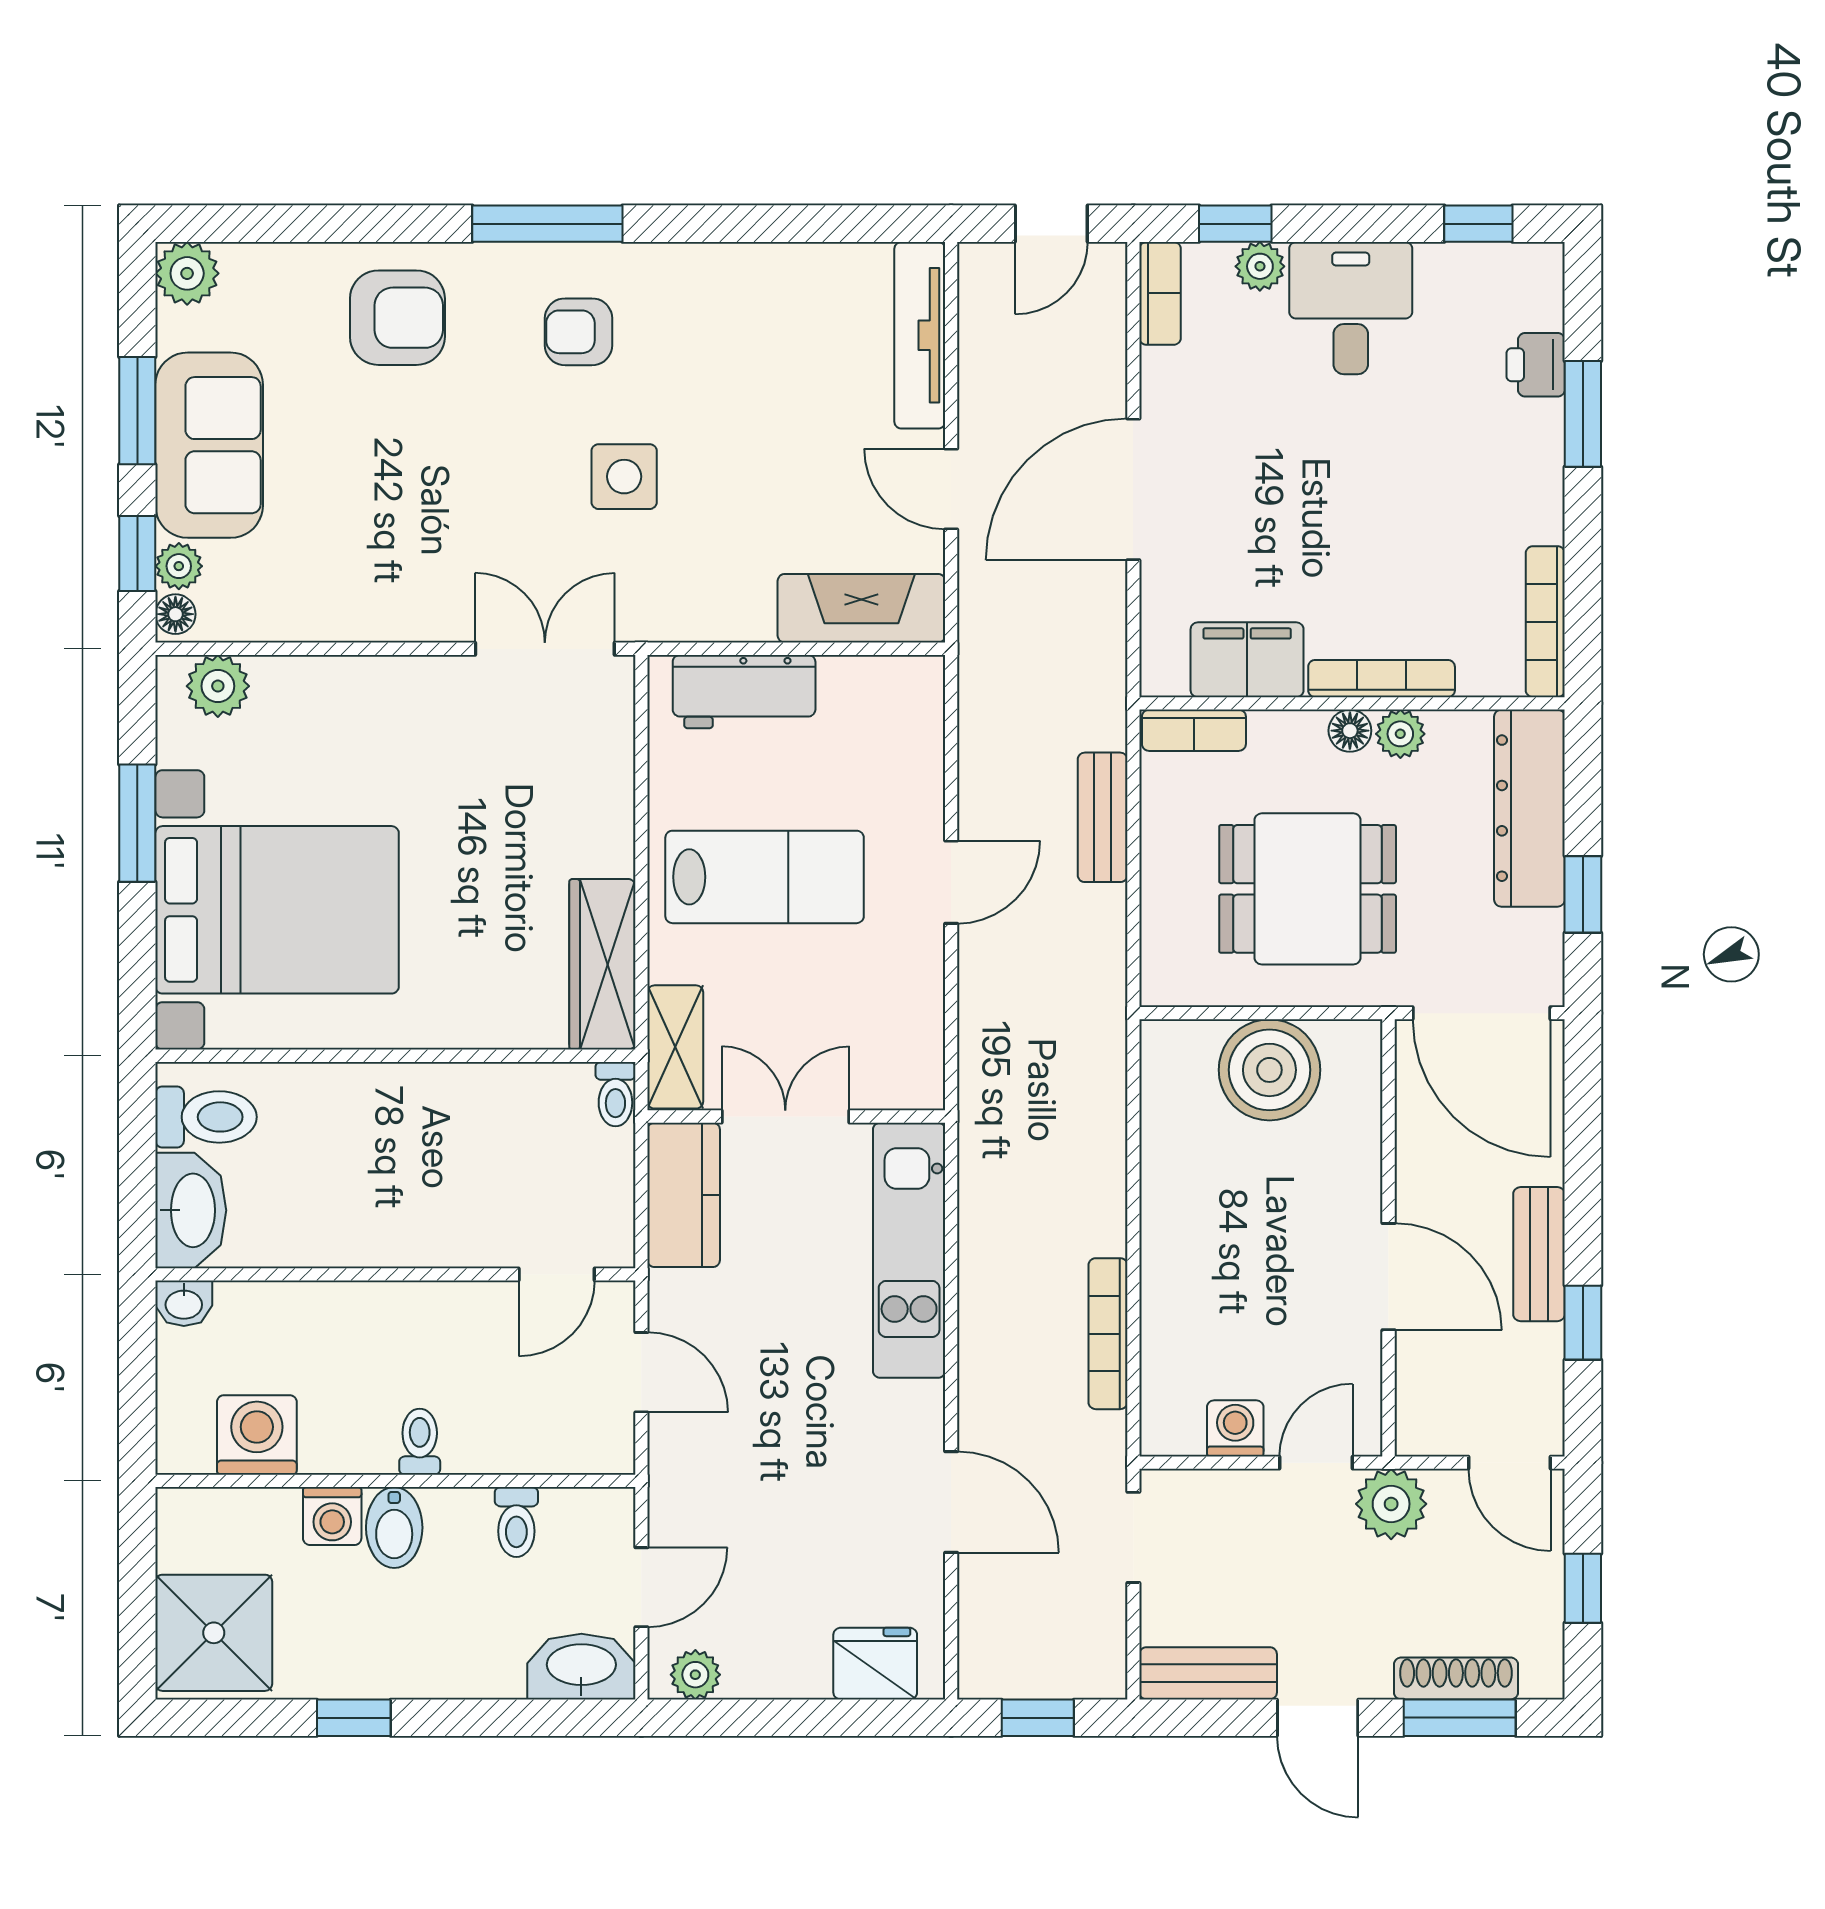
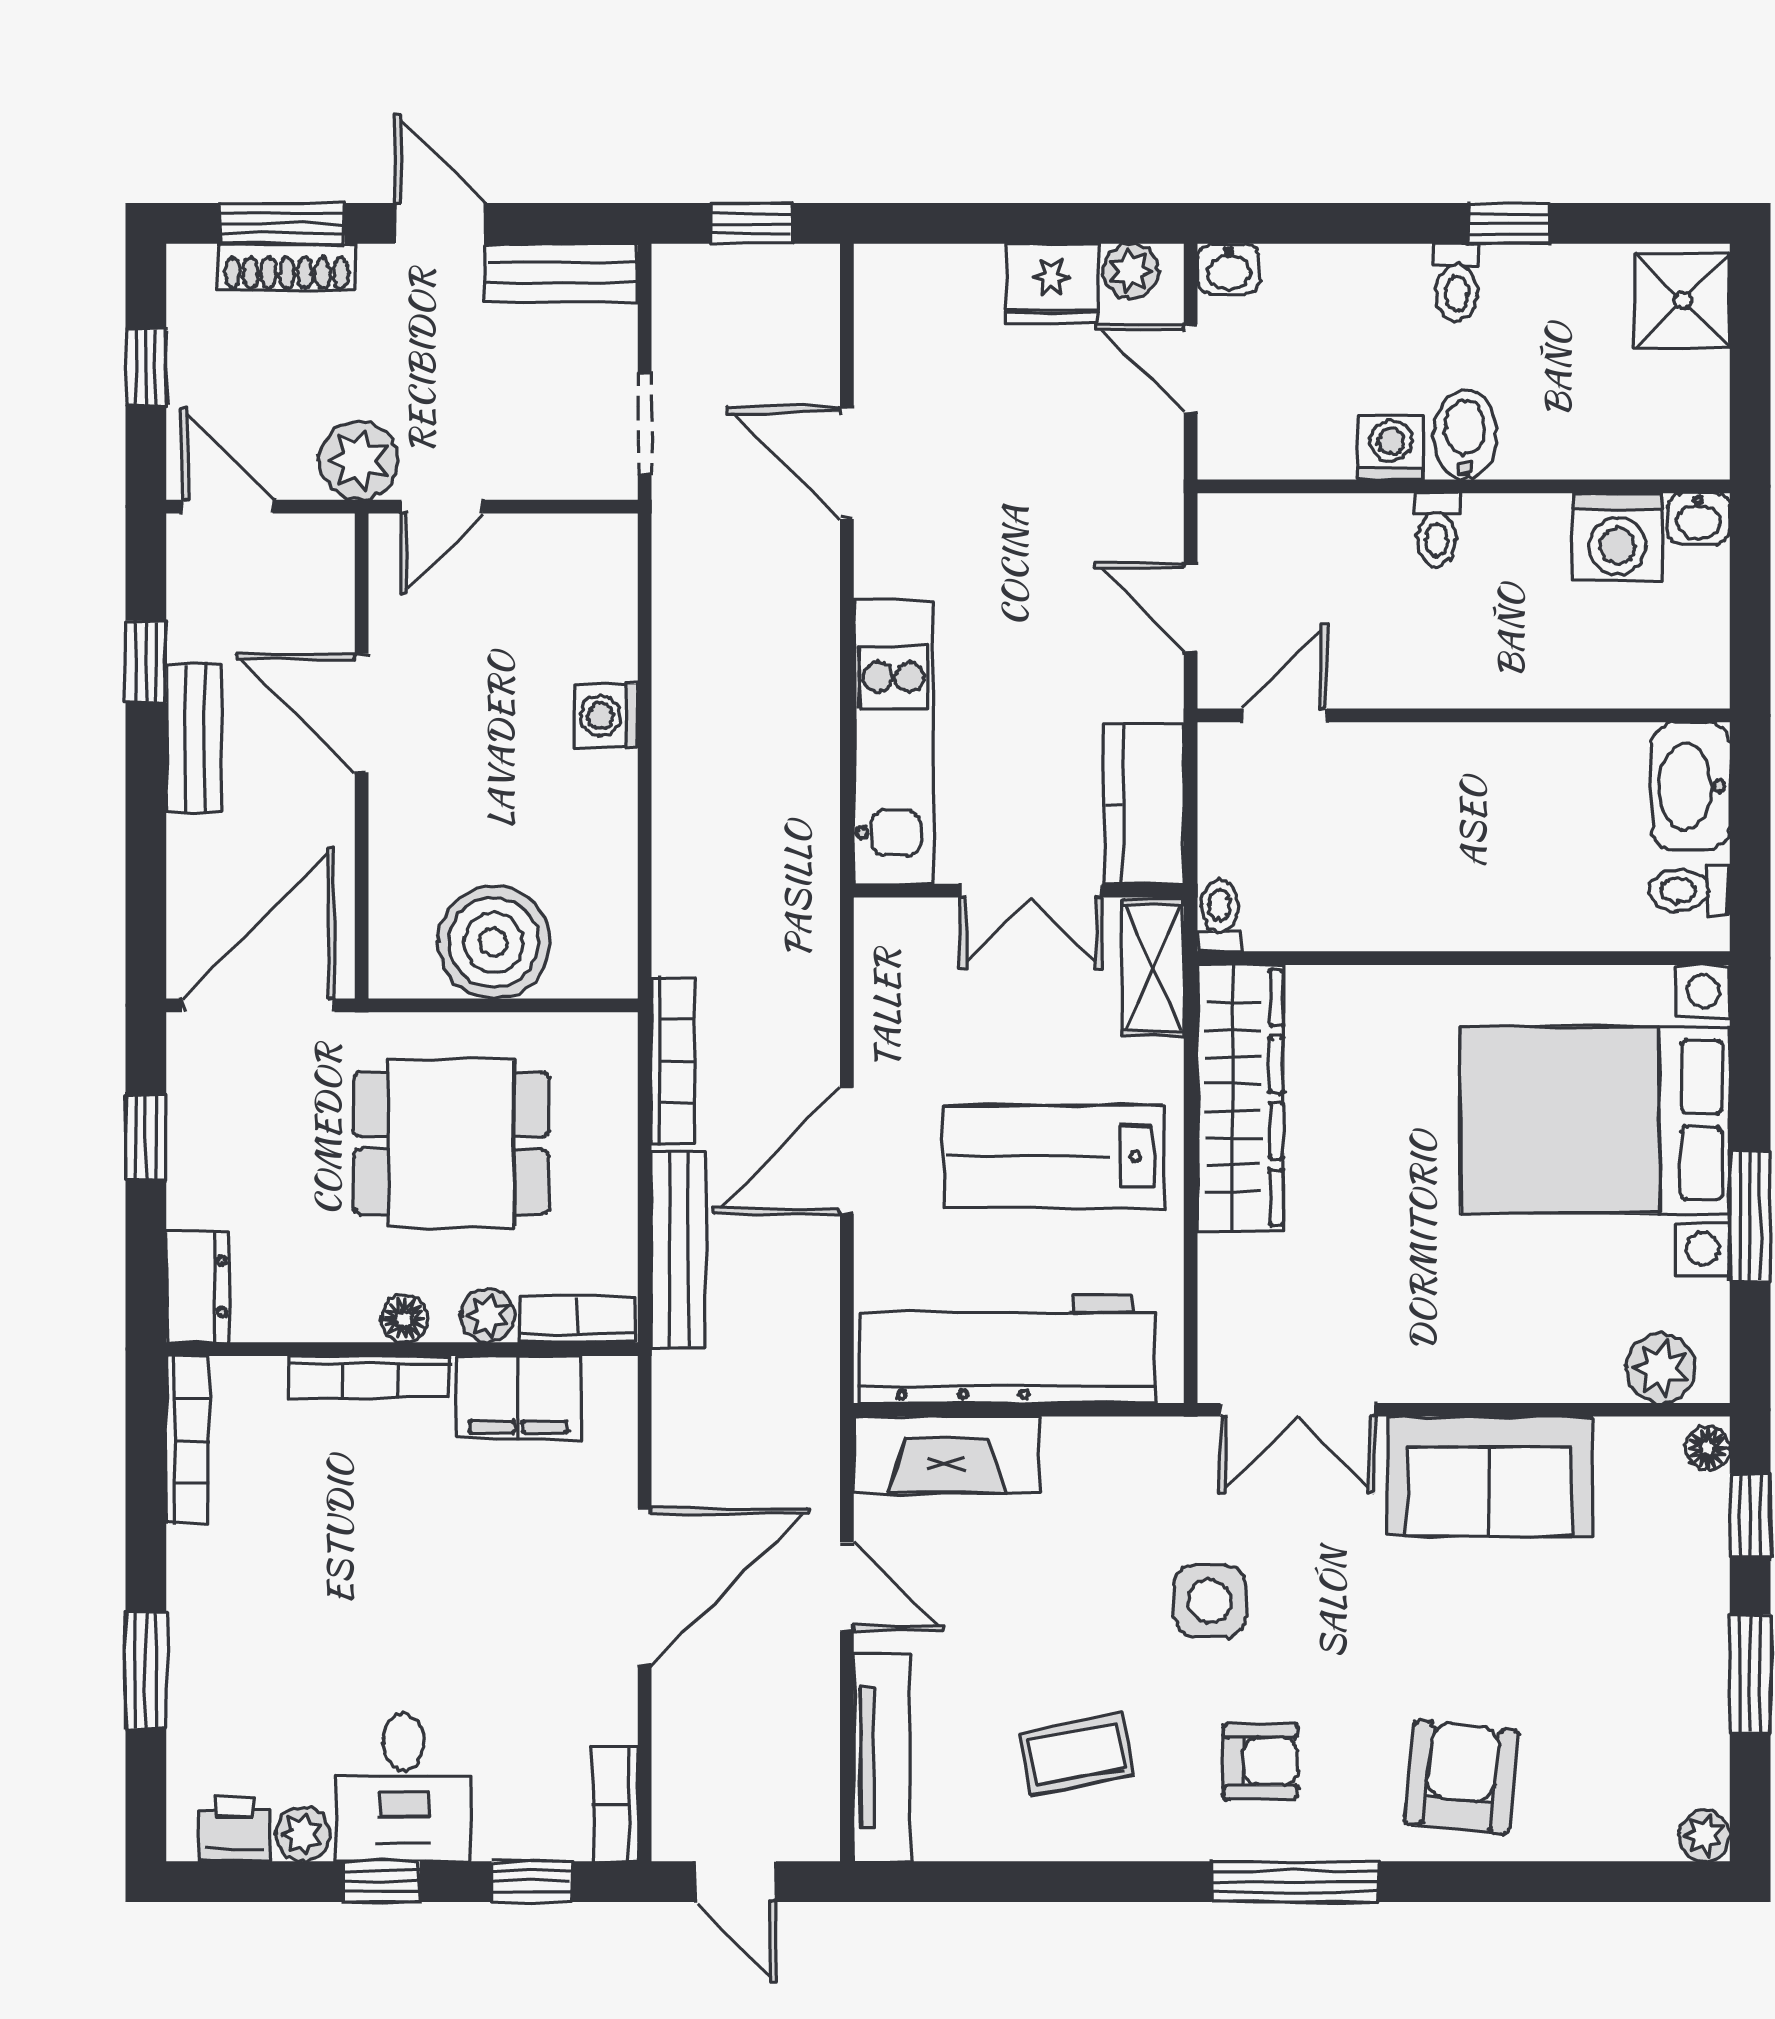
door: (1051, 224) -> (736, 1882), swing flipped
window: (1478, 224) -> (382, 1882), moved
plant: (1260, 266) -> (303, 1834), moved
plant: (187, 273) -> (1704, 1836), width x0.73, depth x0.73
armchair: (397, 318) -> (1461, 1777), turned 96
coffee table: (744, 339) -> (1076, 1754), added
printer: (1536, 365) -> (235, 1829), moved, turned -90
sofa: (209, 445) -> (1490, 1476), moved, turned -90
plant: (179, 566) -> (1704, 1502), removed
workbench: (744, 692) -> (1008, 1349), width x1.88, depth x1.32
plant: (1400, 734) -> (487, 1315), moved
dresser: (1529, 808) -> (197, 1287), width x0.51, depth x0.80
bench: (1103, 817) -> (679, 1249), width x1.36
door: (951, 882) -> (847, 1151), width x1.38
wardrobe: (602, 964) -> (1240, 1098), width x1.40, depth x1.17
door: (1482, 1013) -> (258, 1005), hinge flipped
toilet: (206, 1117) -> (1689, 890), width x0.73, depth x0.72
washbasin: (184, 1303) -> (1698, 518), moved, turned 180
bookcase: (1108, 1334) -> (673, 1061), moved
washing machine: (1235, 1428) -> (607, 716), moved, turned 90
washing machine: (332, 1516) -> (1391, 447), moved
toilet: (516, 1522) -> (1457, 283), moved, turned 180
door: (641, 1587) -> (1191, 368), hinge flipped
shower: (214, 1633) -> (1682, 300), width x0.73, depth x0.73
fridge: (875, 1664) -> (1052, 284), moved
washbasin: (581, 1667) -> (1229, 269), width x0.52, depth x0.69

